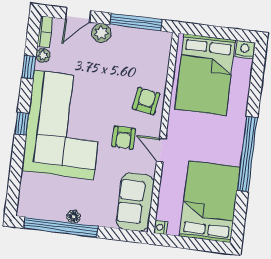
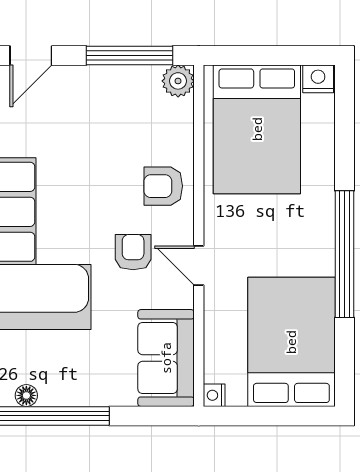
plant: (101, 33) -> (178, 81), moved
armchair: (146, 101) -> (163, 186), turned -99
armchair: (124, 138) -> (133, 252), turned 180
floor lamp: (74, 217) -> (26, 395), moved

